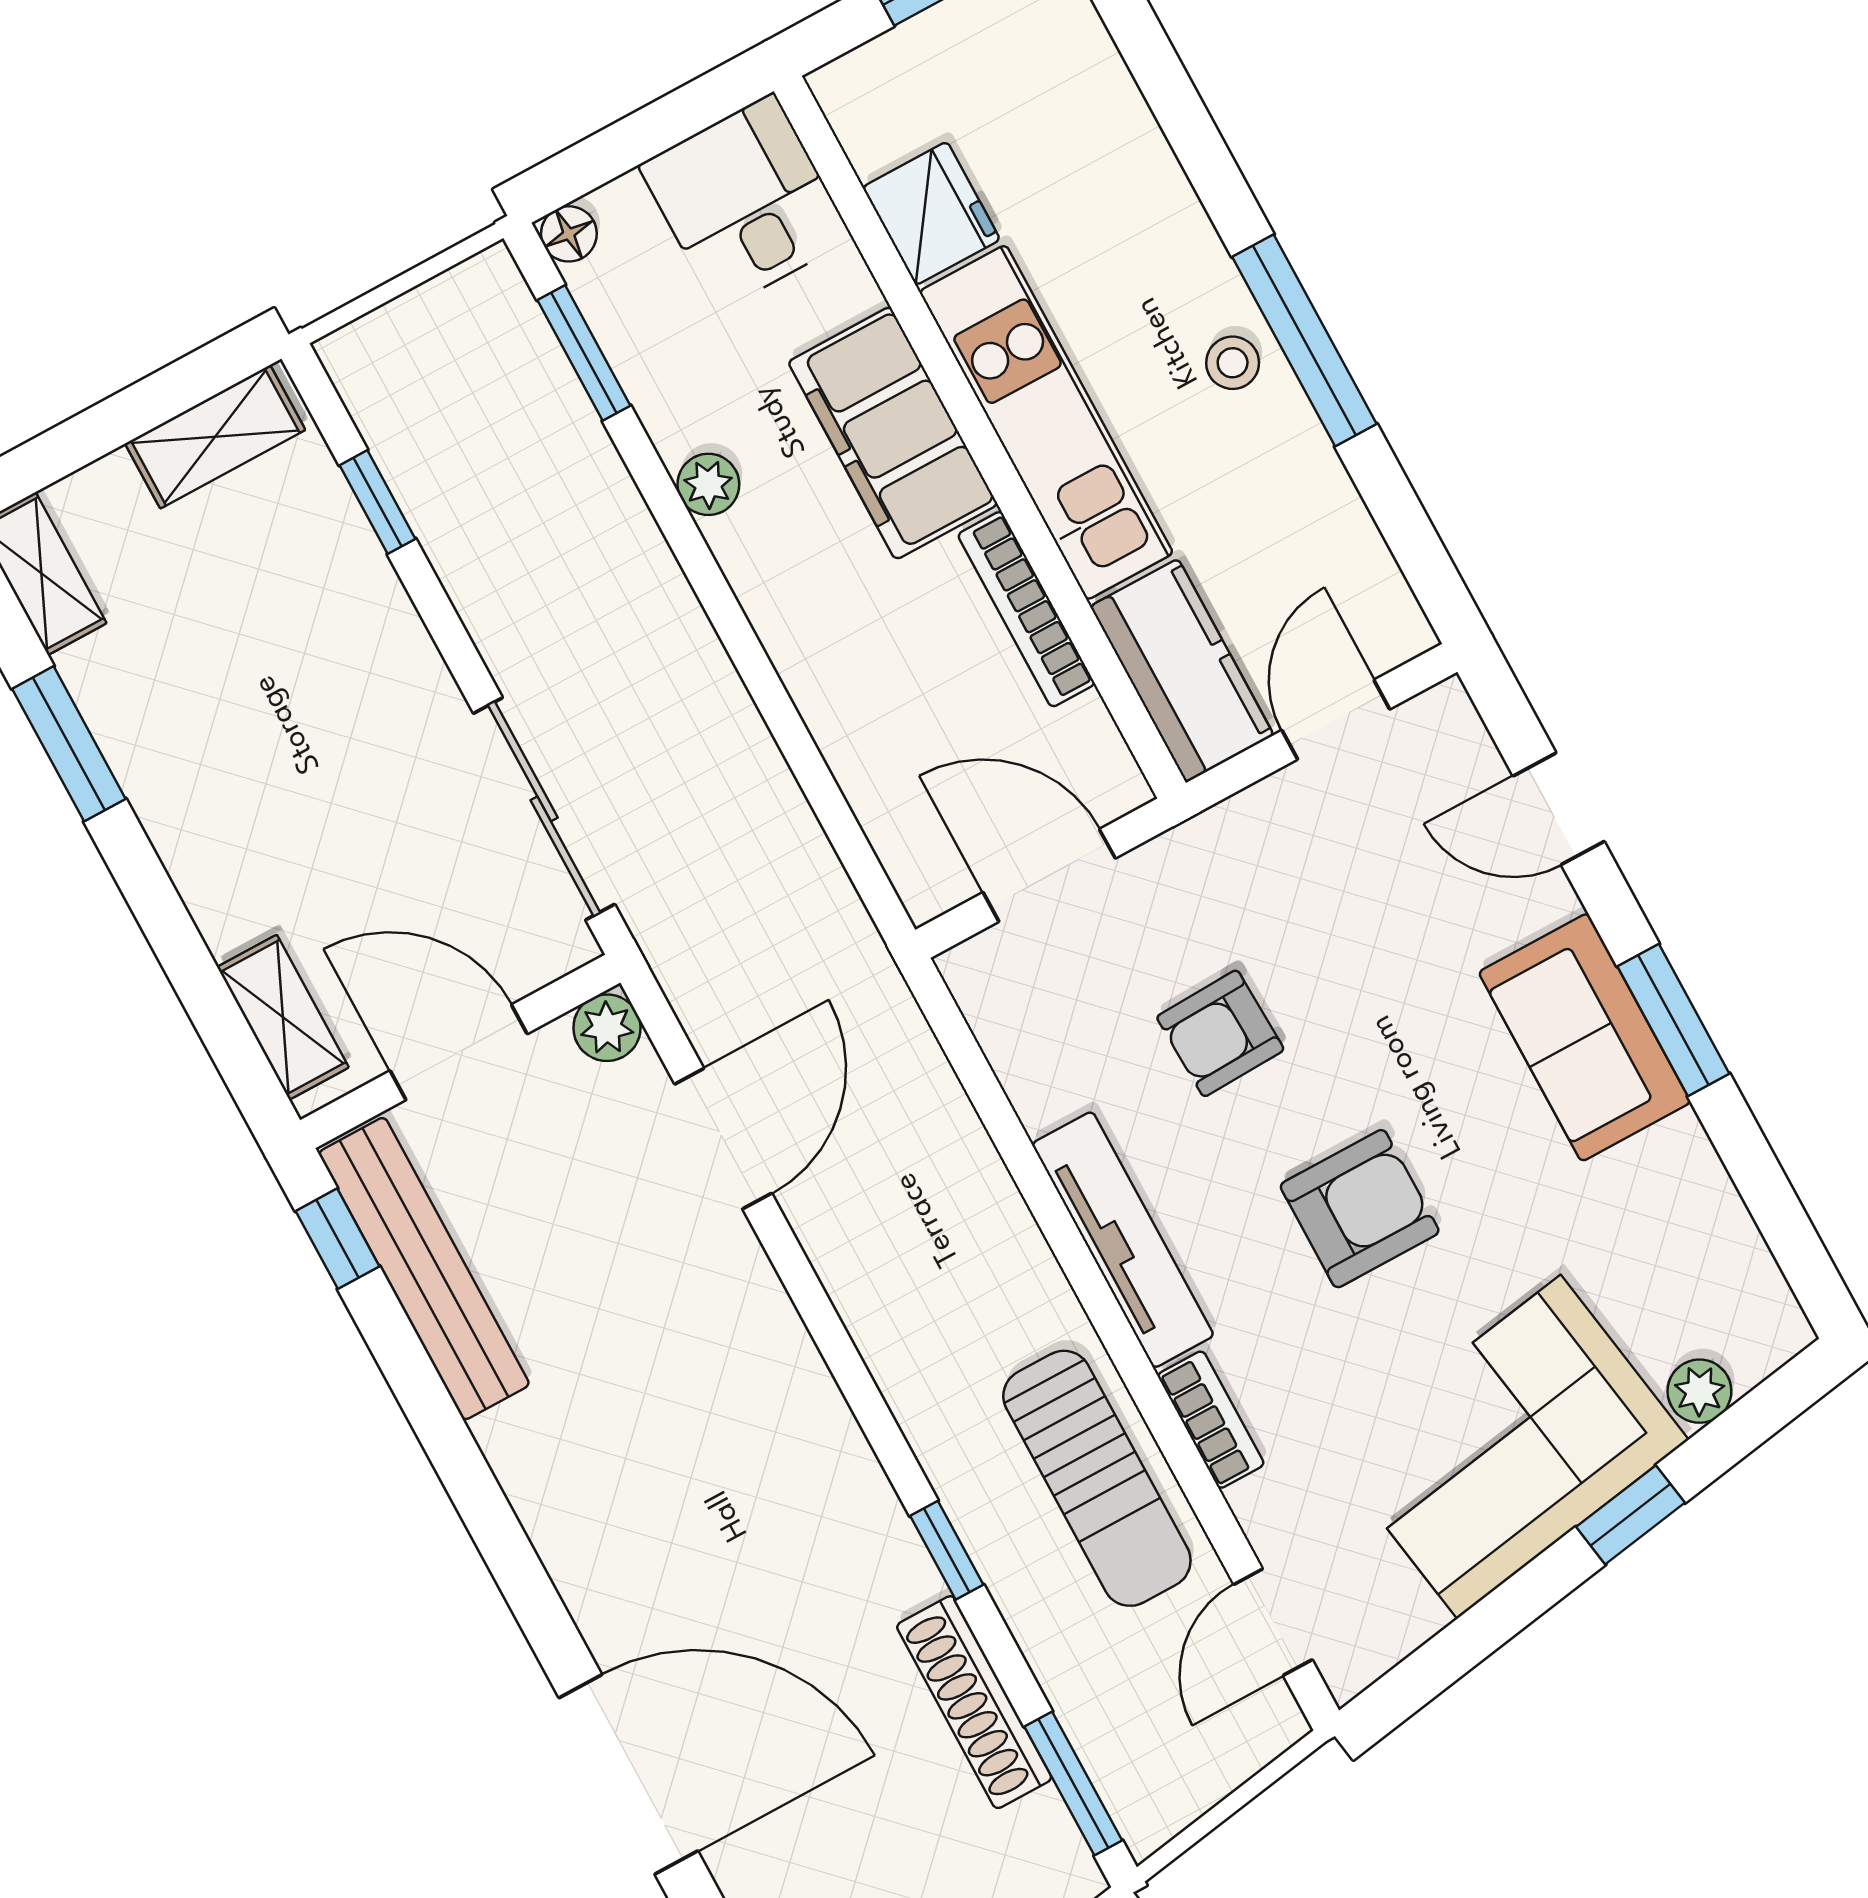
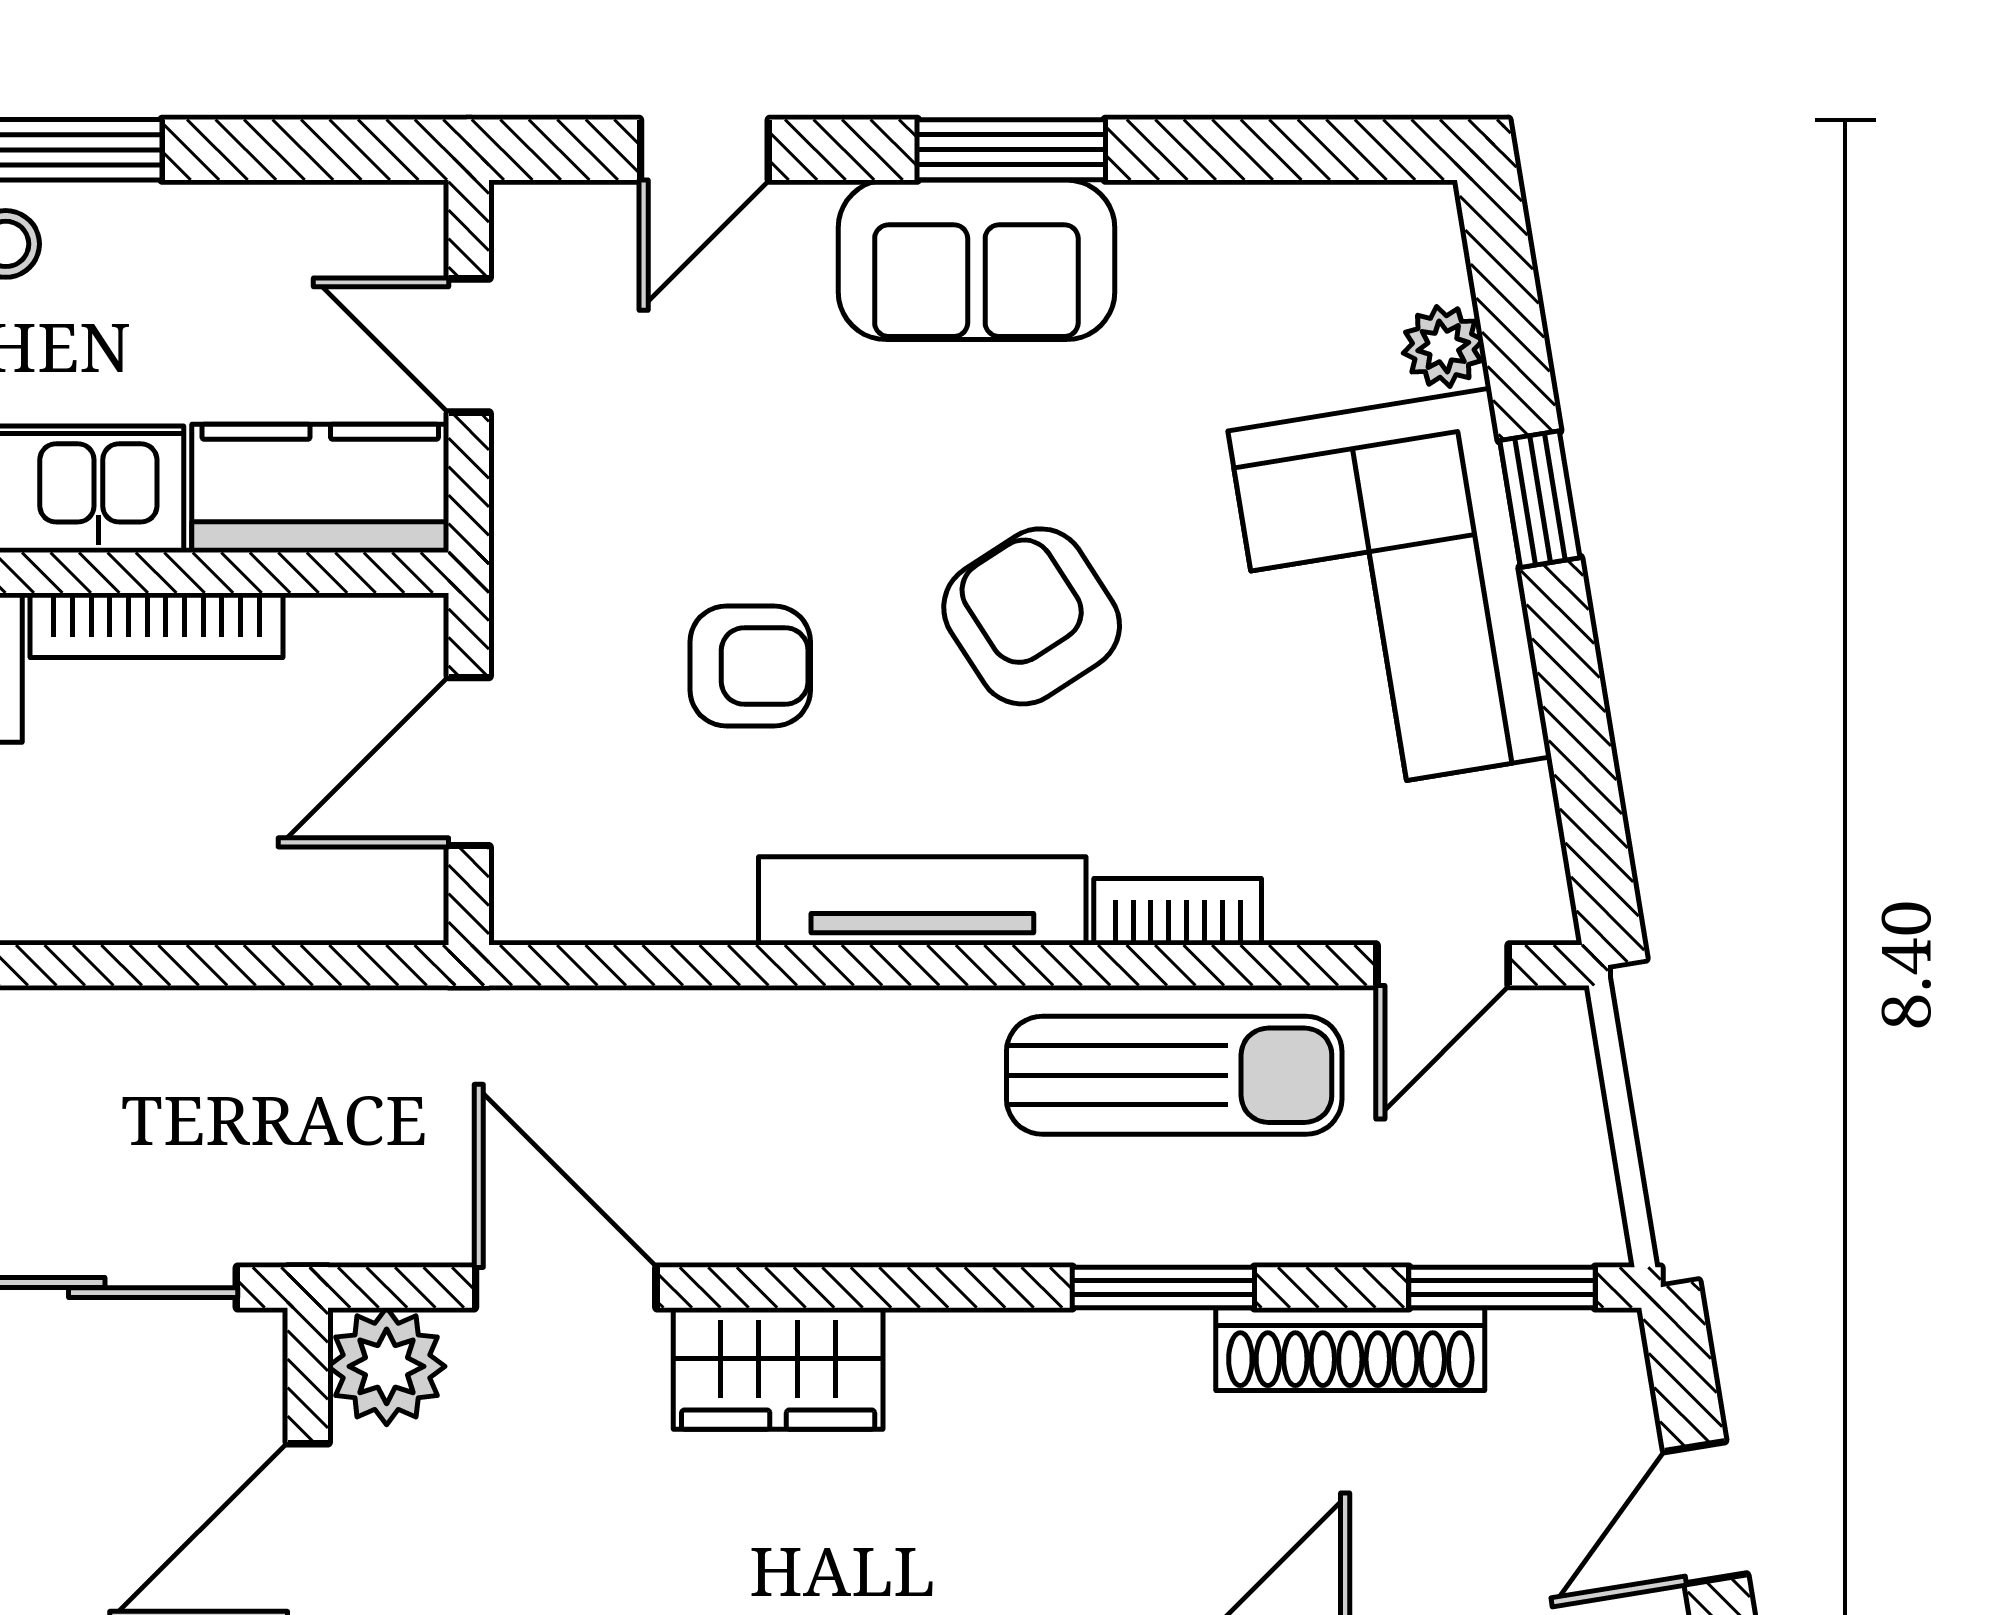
plant: (607, 1028) -> (387, 1366), width x1.38, depth x1.38
armchair: (1220, 1033) -> (750, 666), turned -88
armchair: (1360, 1209) -> (1032, 616), turned -33
wardrobe: (747, 1315) -> (778, 1368), added
window: (947, 1550) -> (1163, 1288), width x1.50
door: (1273, 1622) -> (1443, 965), hinge flipped

